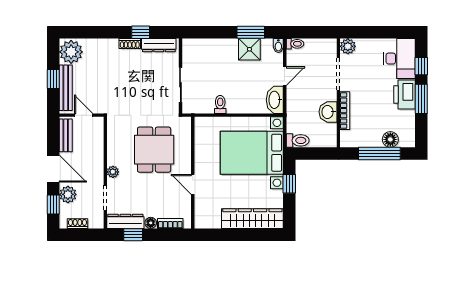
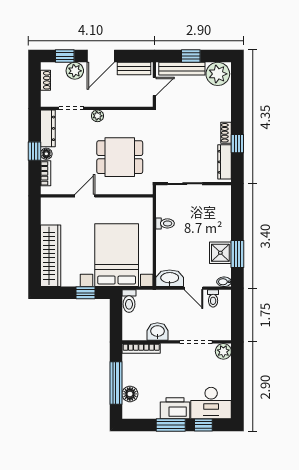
toilet: (295, 44) -> (213, 298), moved
bookcase: (345, 111) -> (141, 348), moved
window: (133, 235) -> (34, 151), moved

